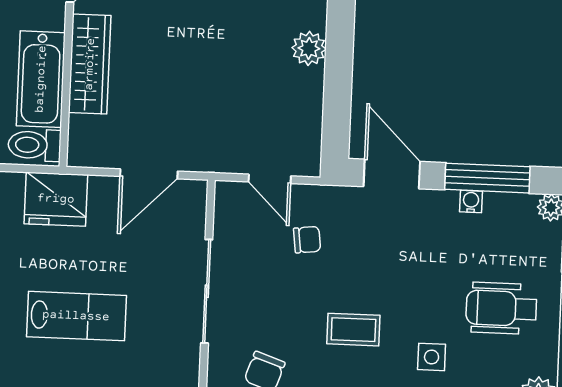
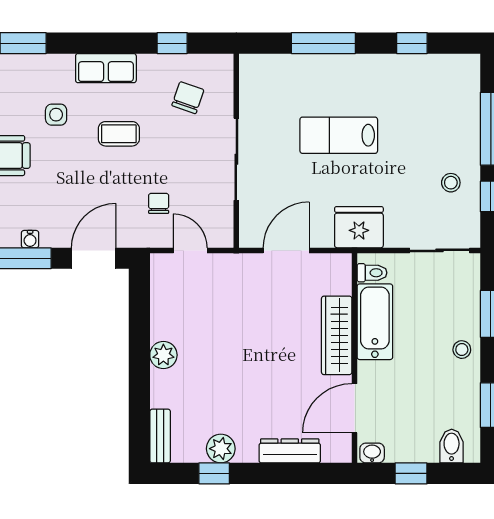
toilet: (34, 145) -> (372, 273), width x0.73, depth x0.72
door: (392, 174) -> (94, 258), swing flipped
chair: (307, 240) -> (159, 203), turned 97

